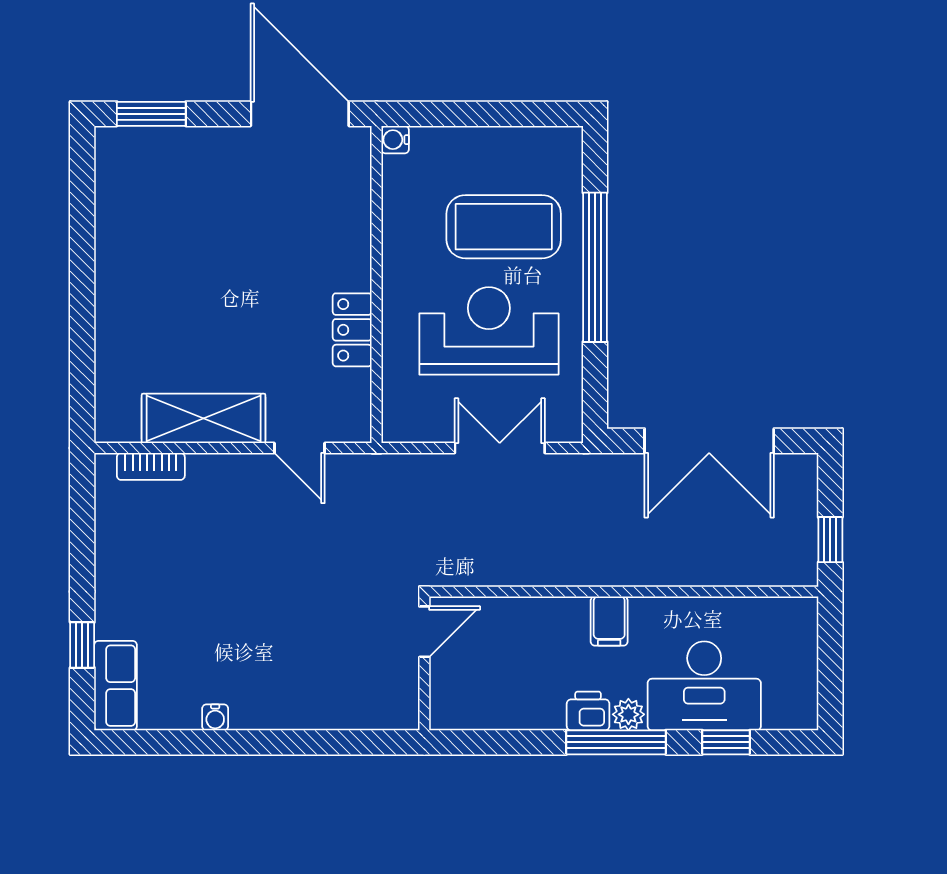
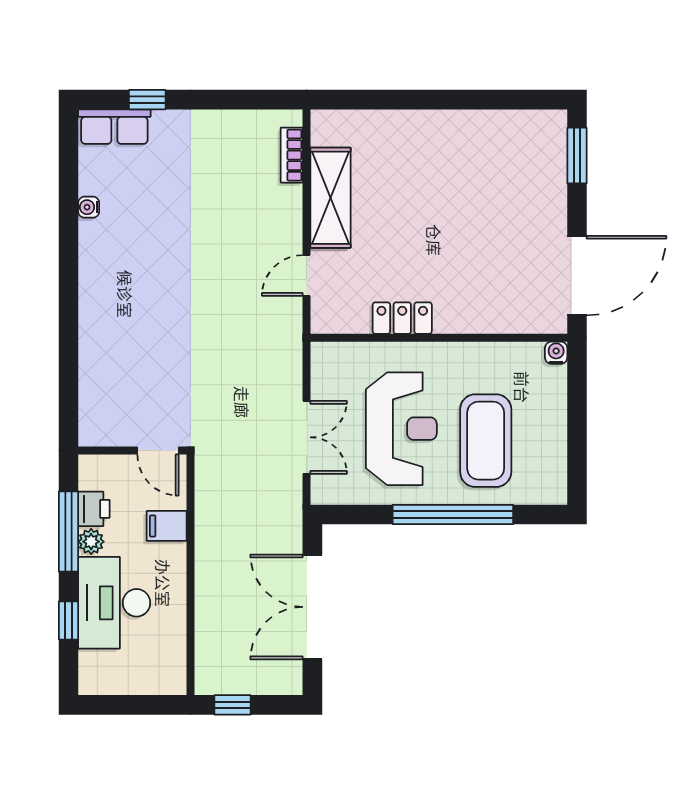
door: (424, 632) -> (158, 451), moved
wall: (424, 663) -> (132, 451), moved

